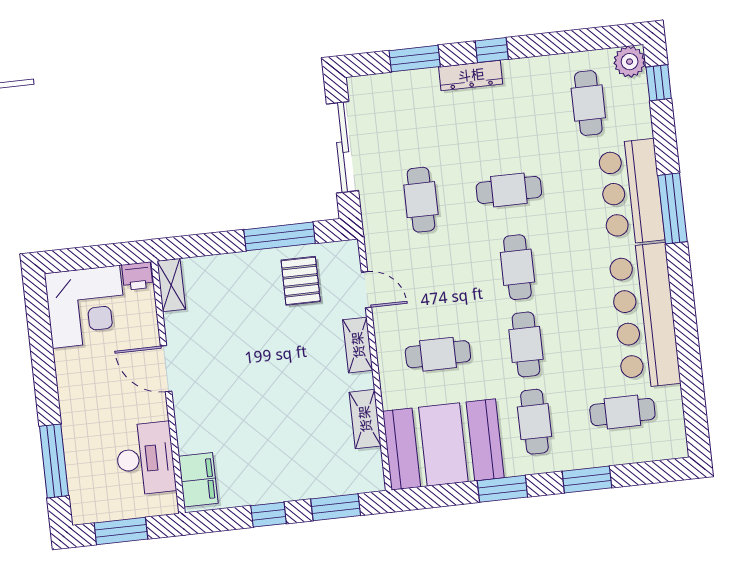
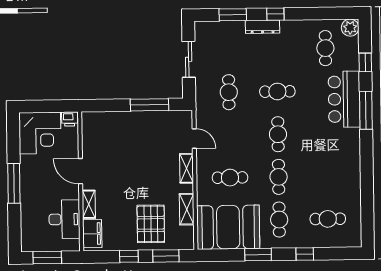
window: (659, 83) -> (365, 62), moved
sliding door: (343, 147) -> (189, 59), width x0.73
pallet: (301, 281) -> (151, 224), moved, width x1.50, depth x1.42
shelving: (171, 285) -> (89, 204), moved
bar counter: (644, 316) -> (345, 167), removed
window: (54, 461) -> (14, 183), moved
window: (587, 480) -> (305, 254), width x0.67

